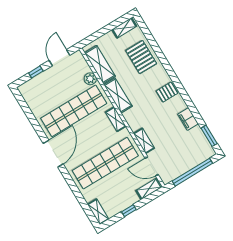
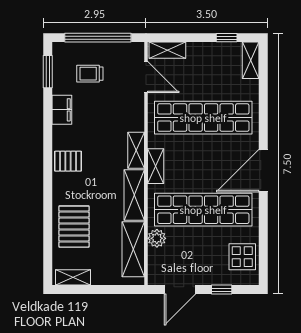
display table: (36, 98) -> (242, 257), added
shelving: (144, 141) -> (136, 150), moved
trolley: (185, 149) -> (90, 74), added
window: (129, 211) -> (227, 38), moved

